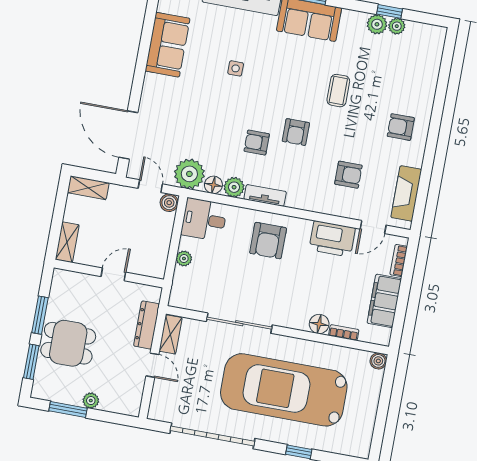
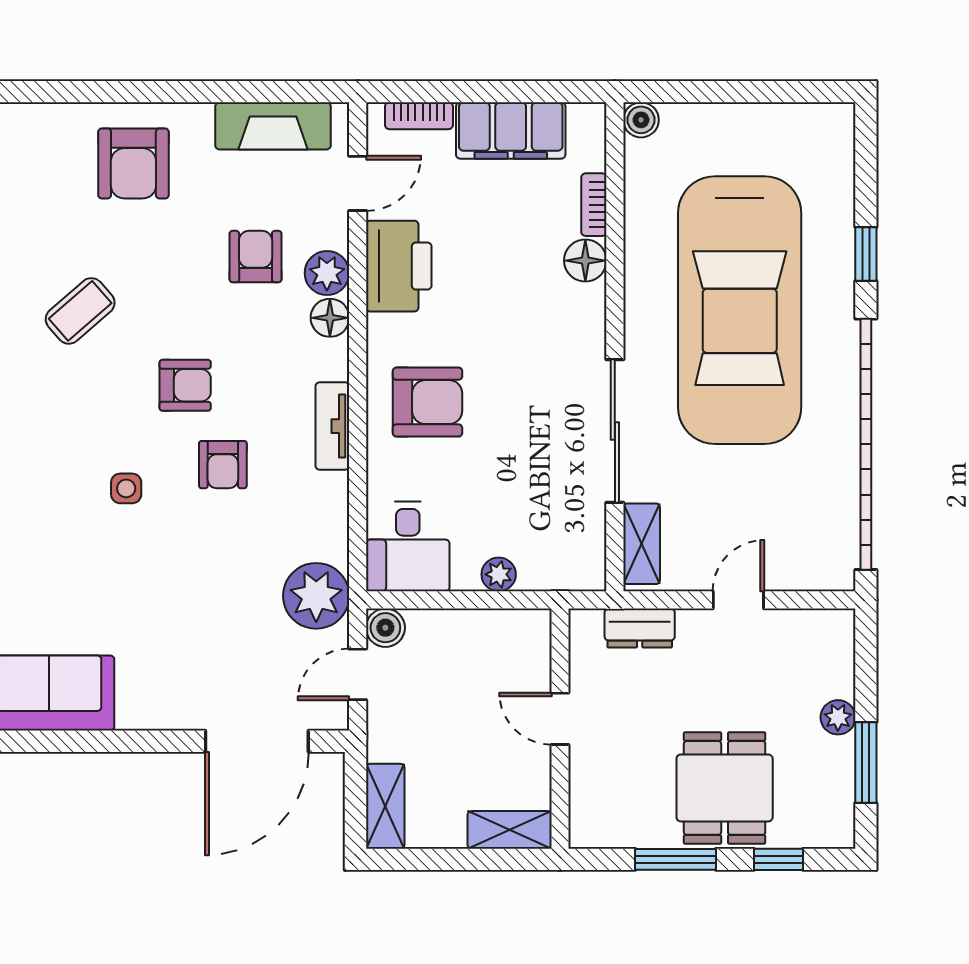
side table: (236, 68) -> (126, 488), moved
coffee table: (338, 91) -> (80, 311), turned -41
armchair: (401, 127) -> (133, 163), width x1.38, depth x1.38
floor lamp: (213, 185) -> (330, 318), moved
plant: (234, 187) -> (327, 273), moved
door: (373, 227) -> (358, 183), hinge flipped
dresser: (147, 325) -> (640, 628), width x0.70
shelving: (171, 334) -> (642, 544), moved, turned 90
window: (31, 362) -> (778, 859), width x0.67
garage door: (212, 436) -> (866, 444), width x1.36

